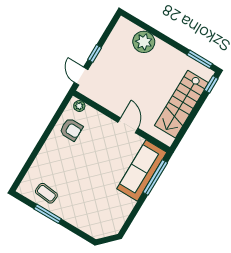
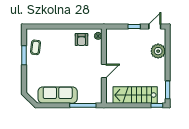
door: (81, 76) -> (155, 27), moved
sofa: (142, 170) -> (58, 95), moved

